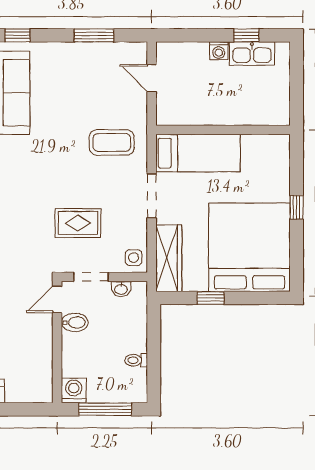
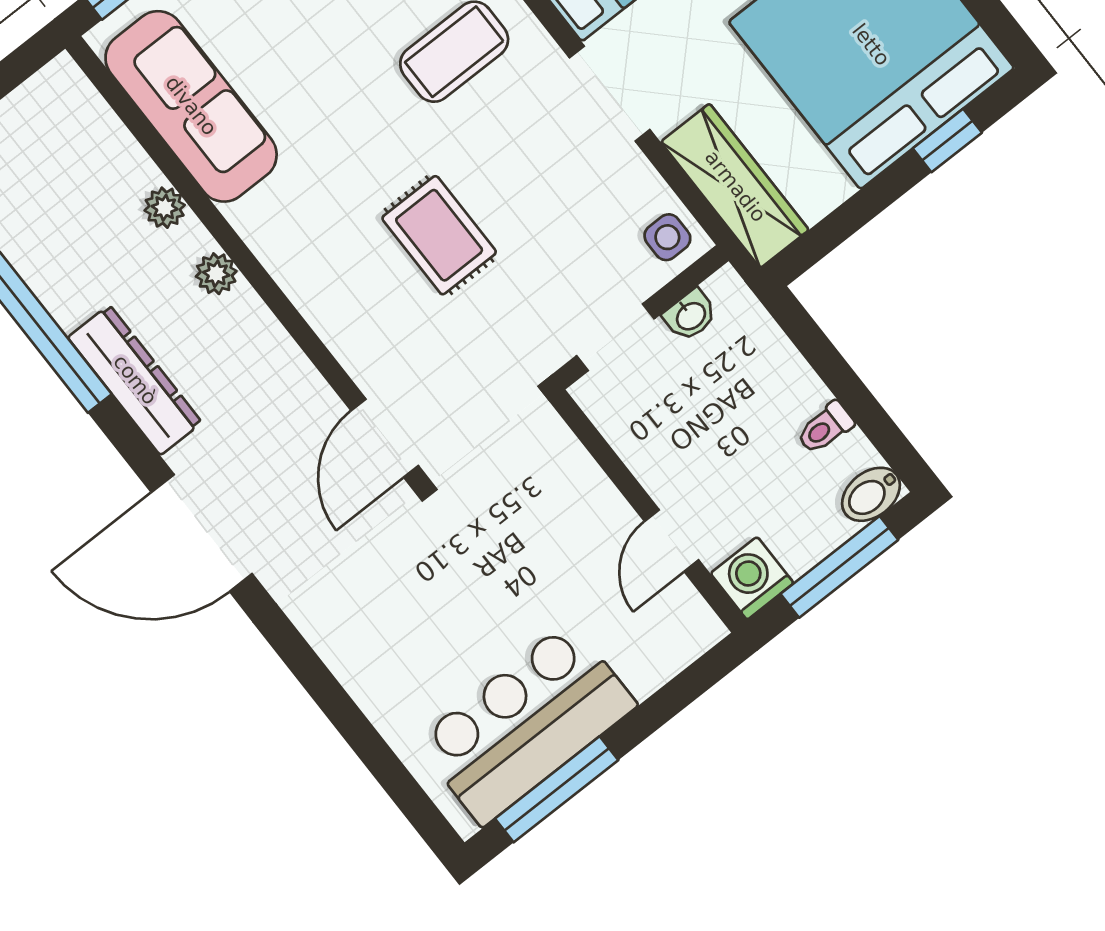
rug: (78, 223) -> (439, 235), moved, turned 90
window: (211, 298) -> (947, 140), moved
door: (57, 299) -> (672, 541), moved
bidet: (75, 322) -> (871, 494), moved, turned 180

